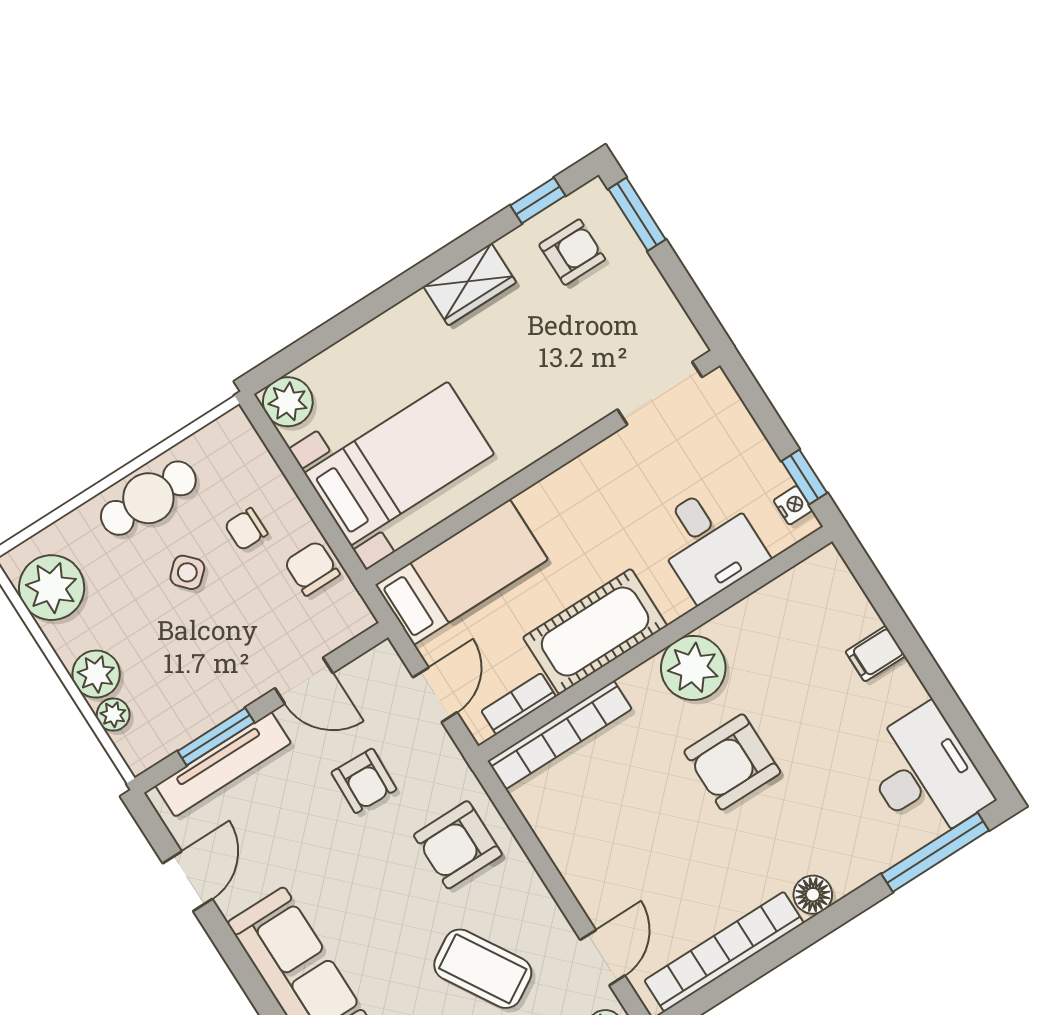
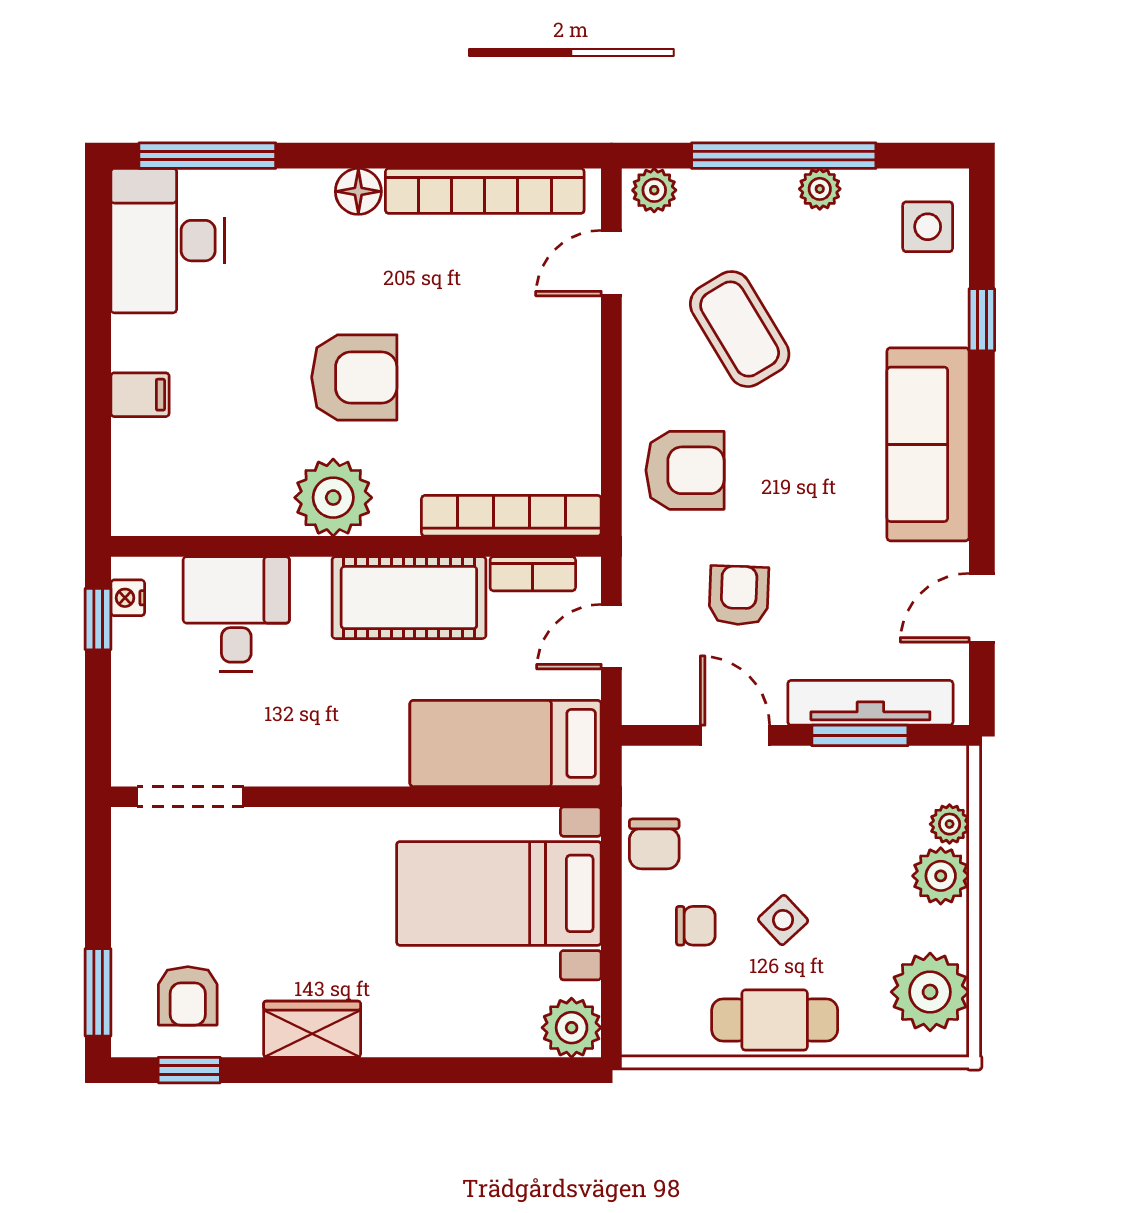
armchair: (572, 252) -> (188, 996), turned -90

